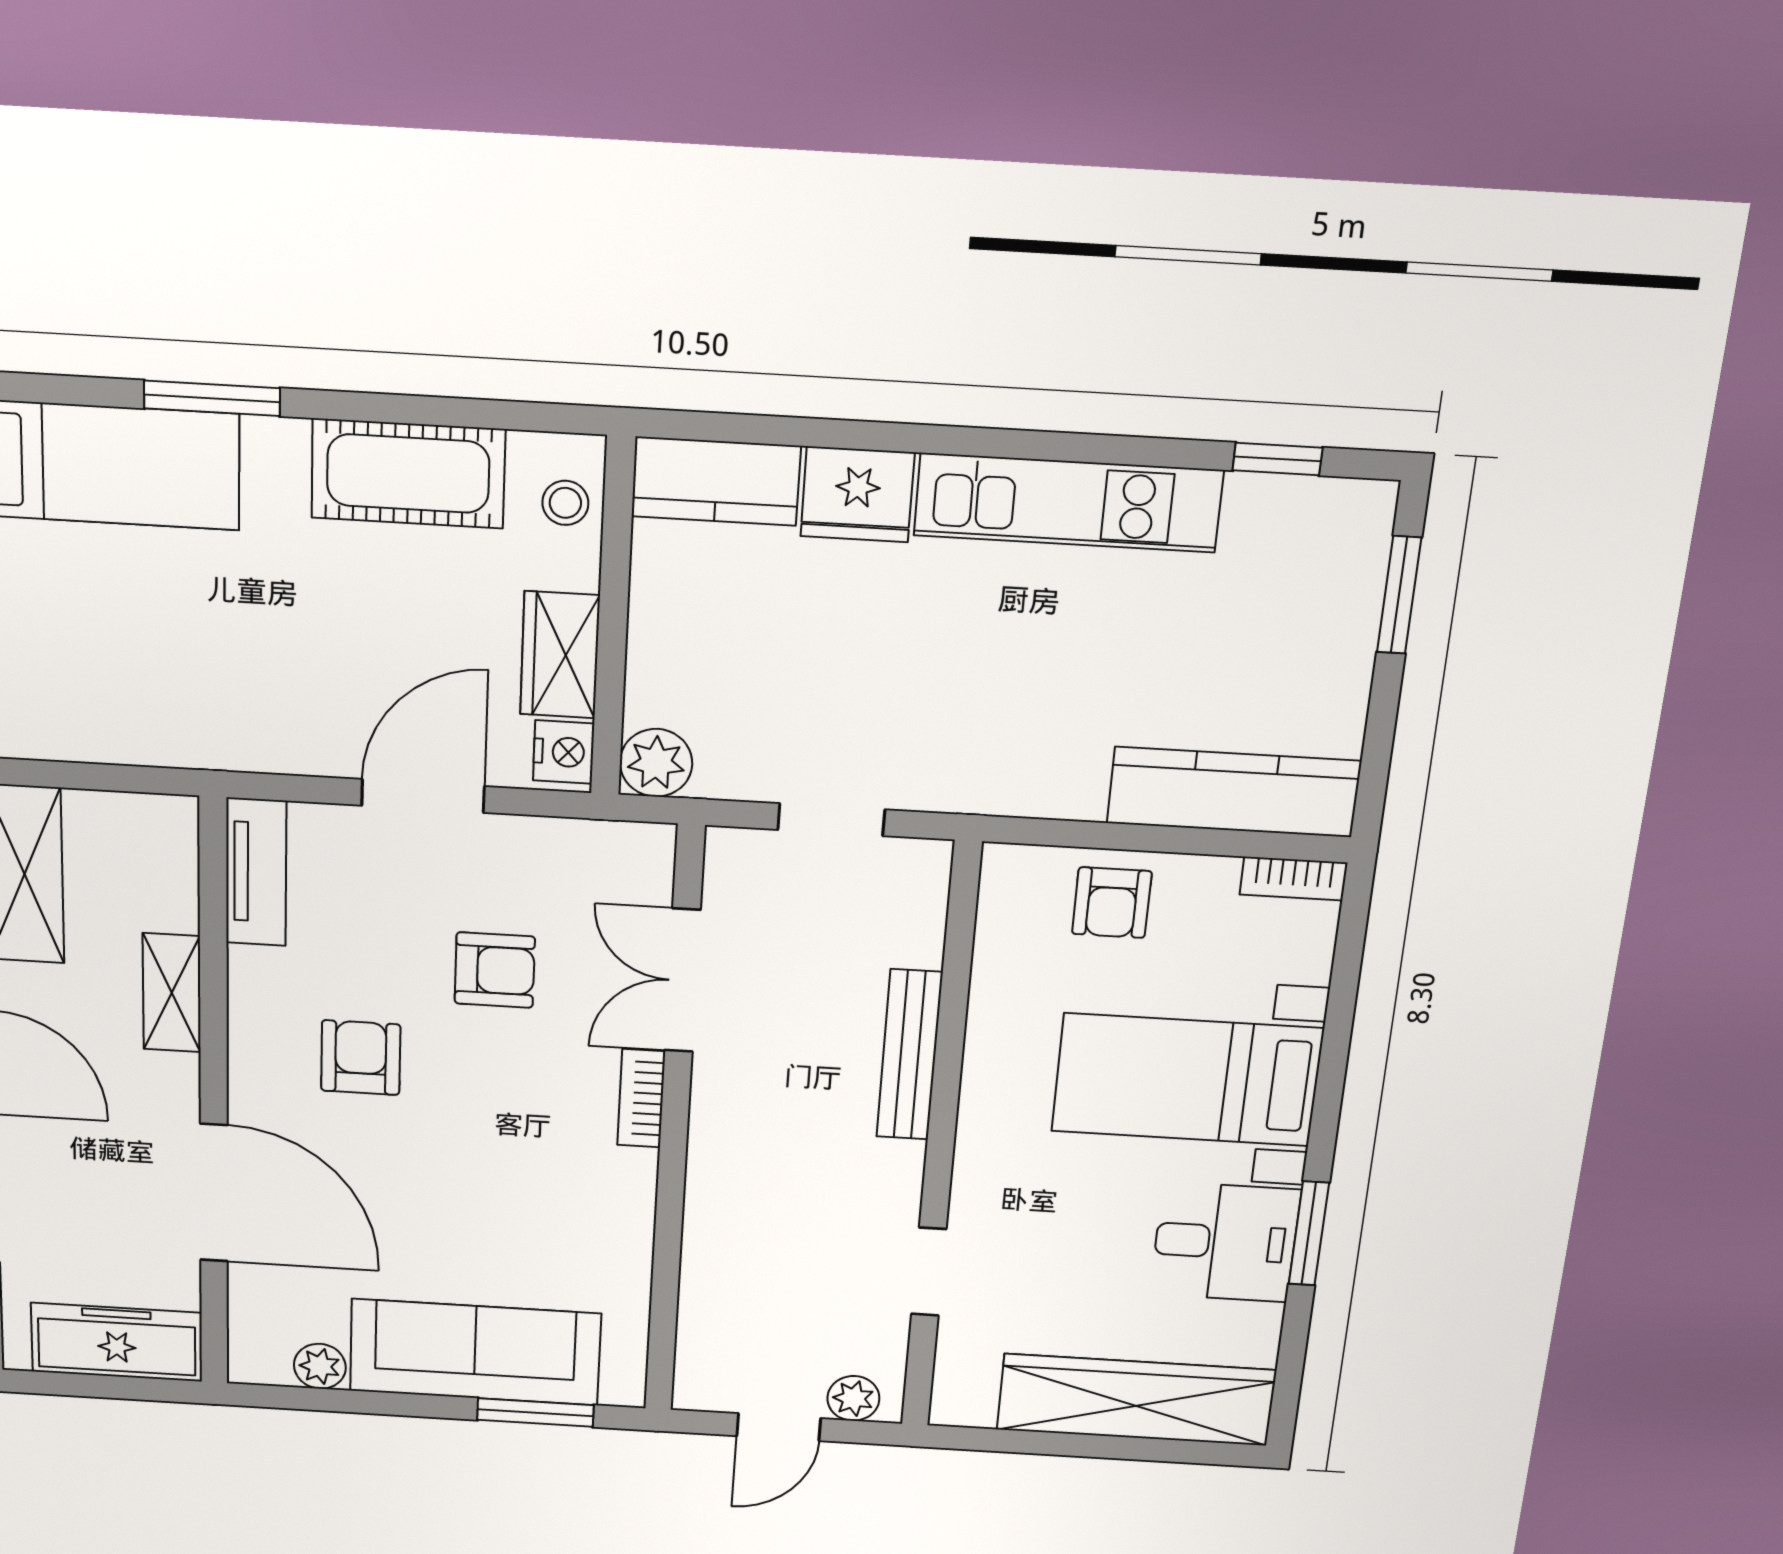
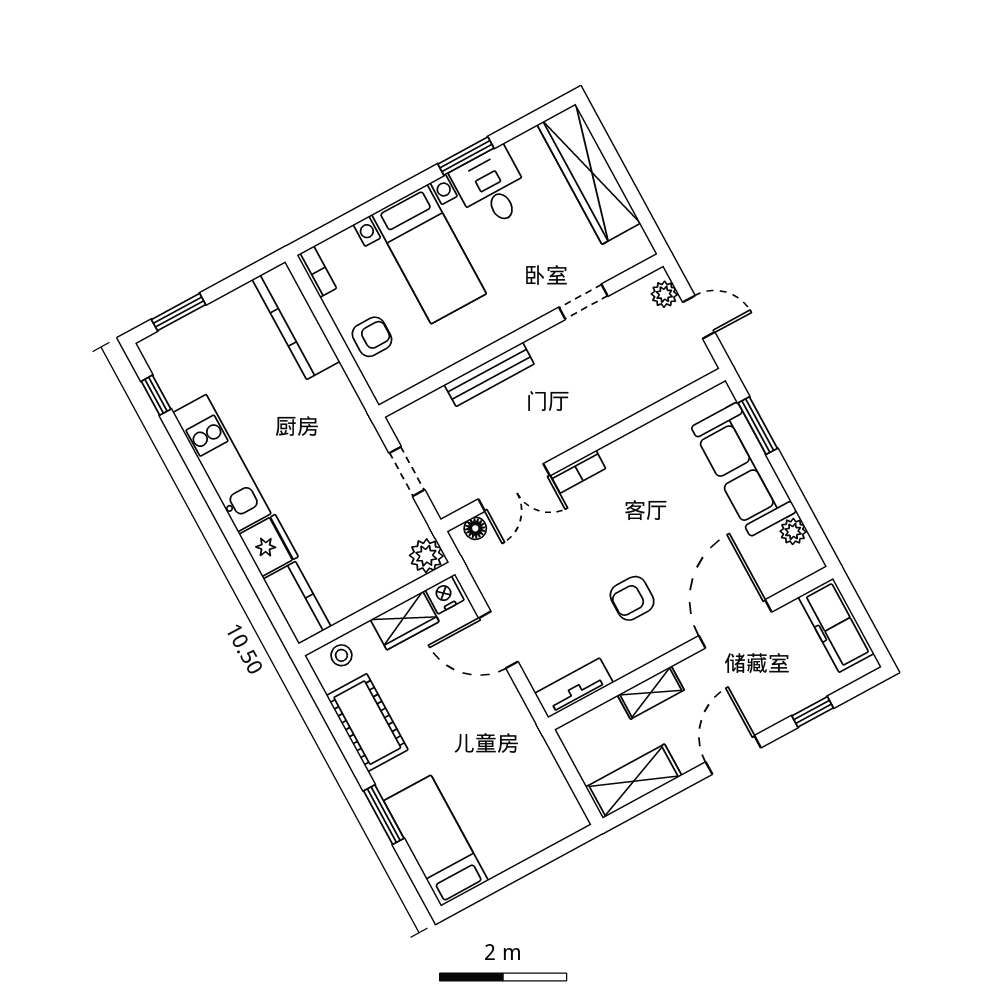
floor lamp: (652, 875) -> (475, 528), added
armchair: (495, 970) -> (557, 566), removed

